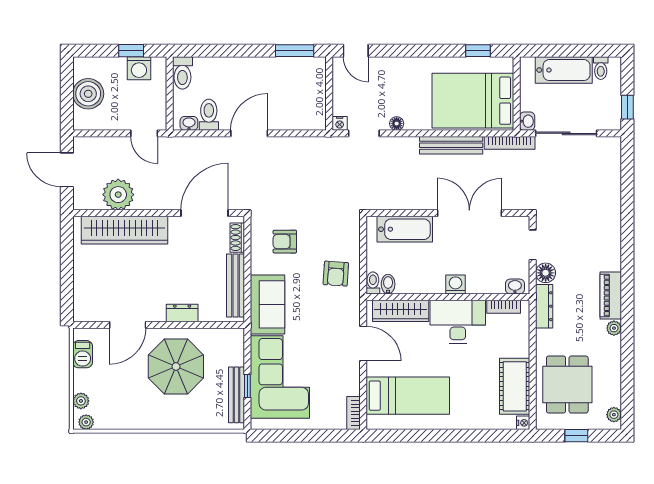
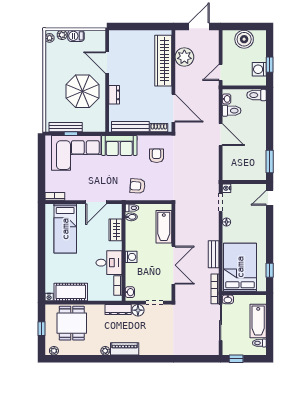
bench: (451, 145) -> (214, 254), width x0.73
wardrobe: (401, 311) -> (115, 230), width x0.67
desk: (458, 322) -> (109, 263), width x0.73
barbecue: (83, 354) -> (76, 36), moved
dining table: (567, 385) -> (72, 323), turned 90

